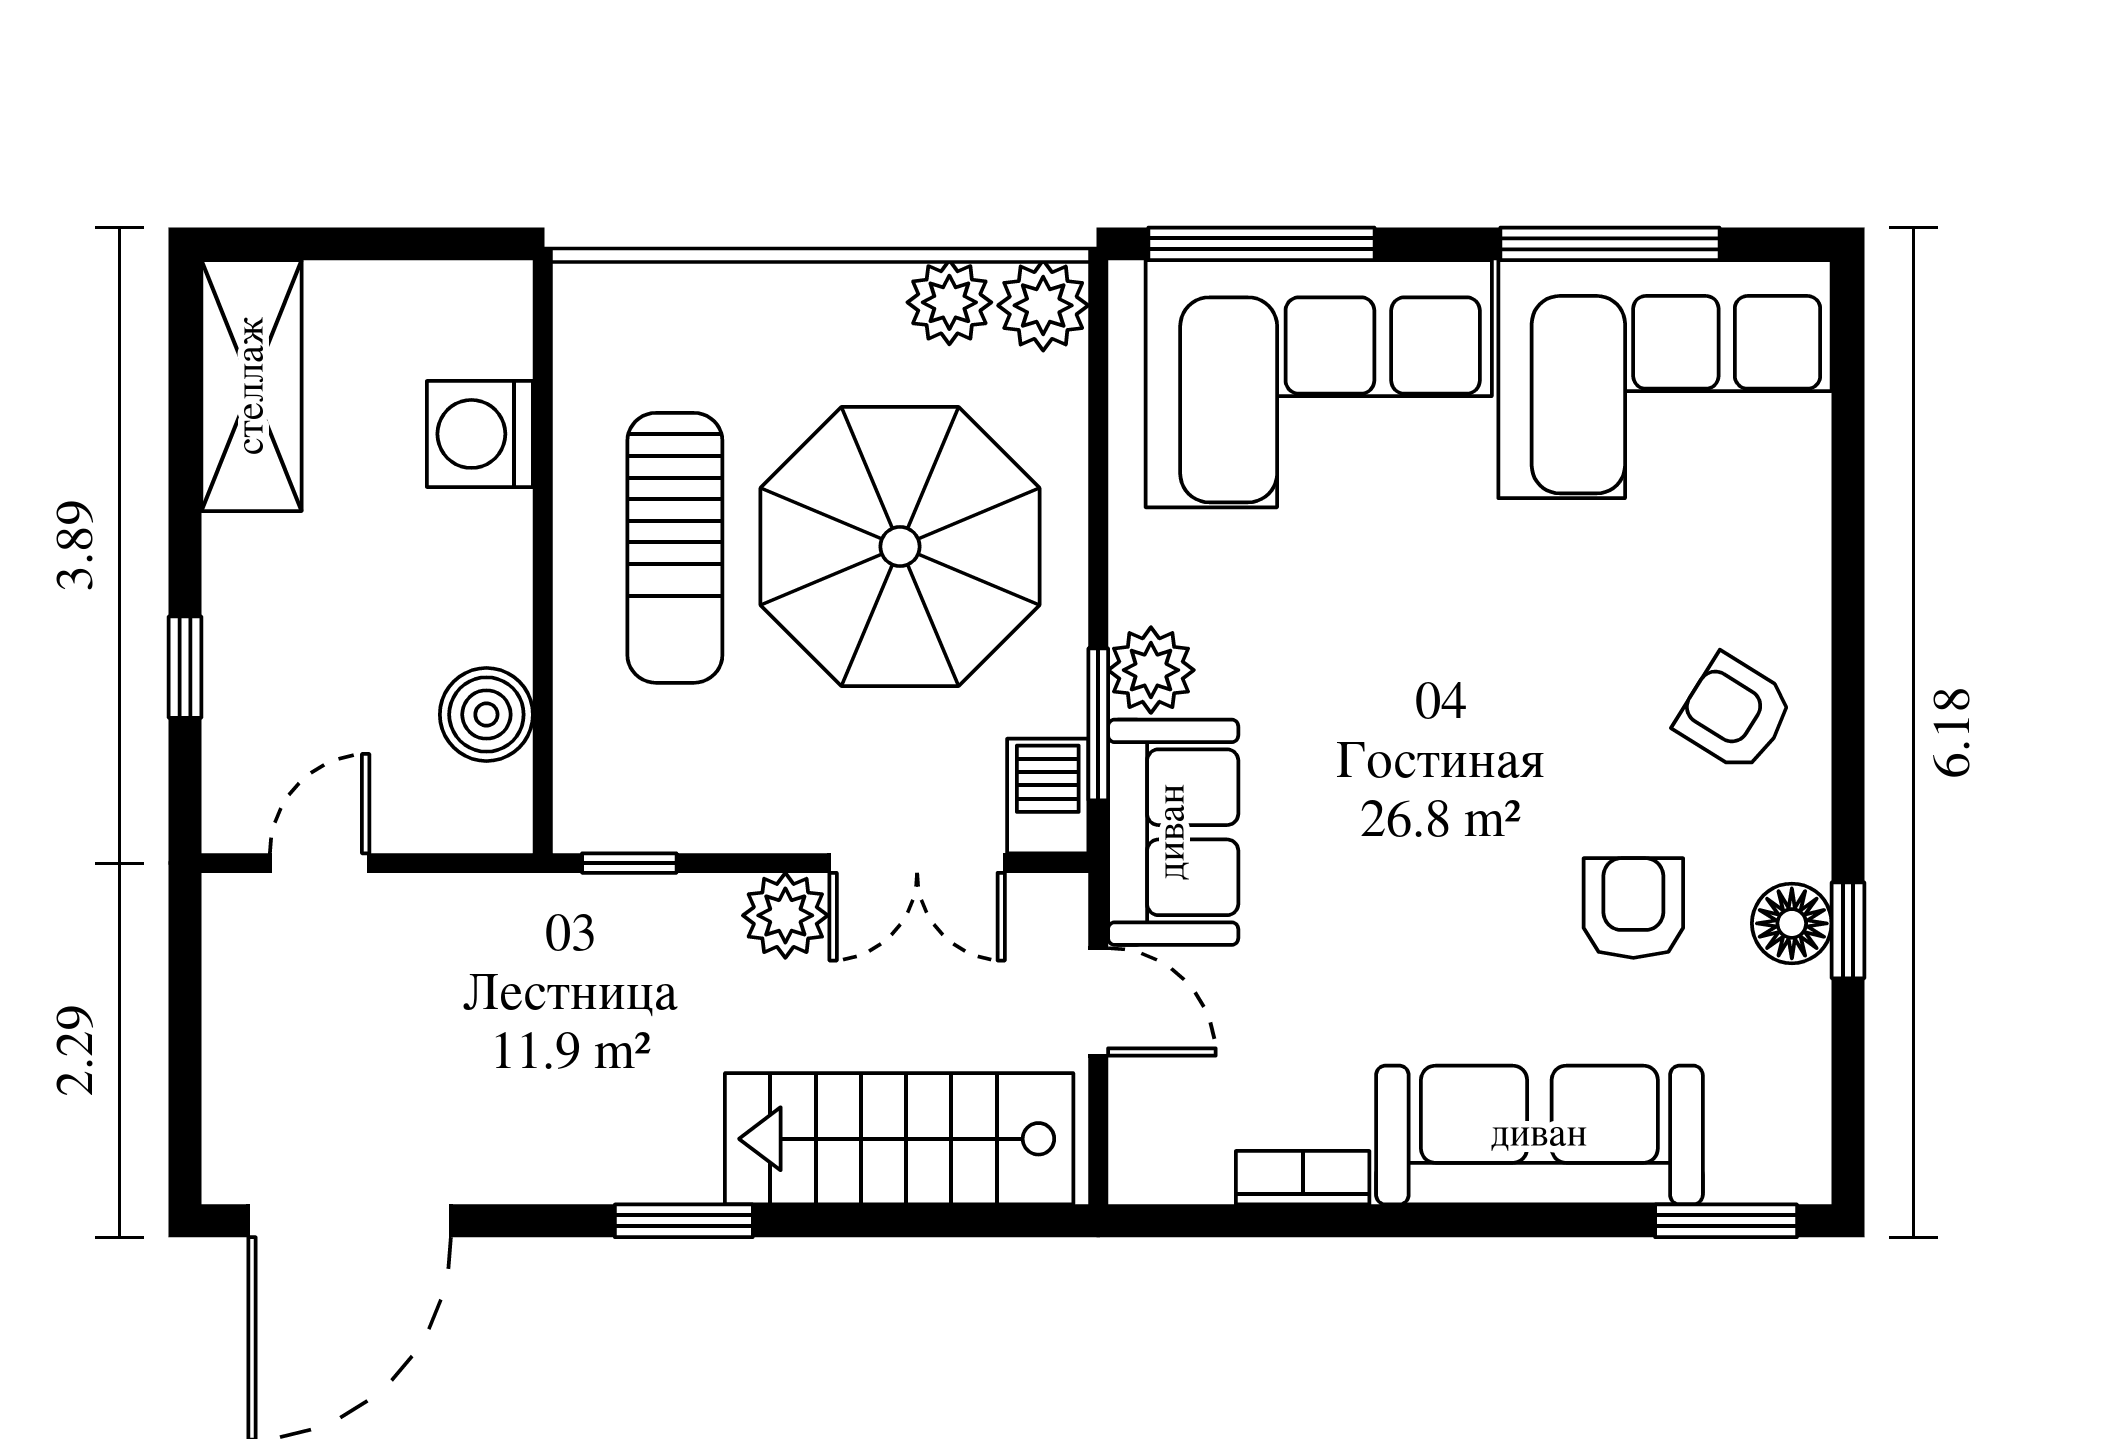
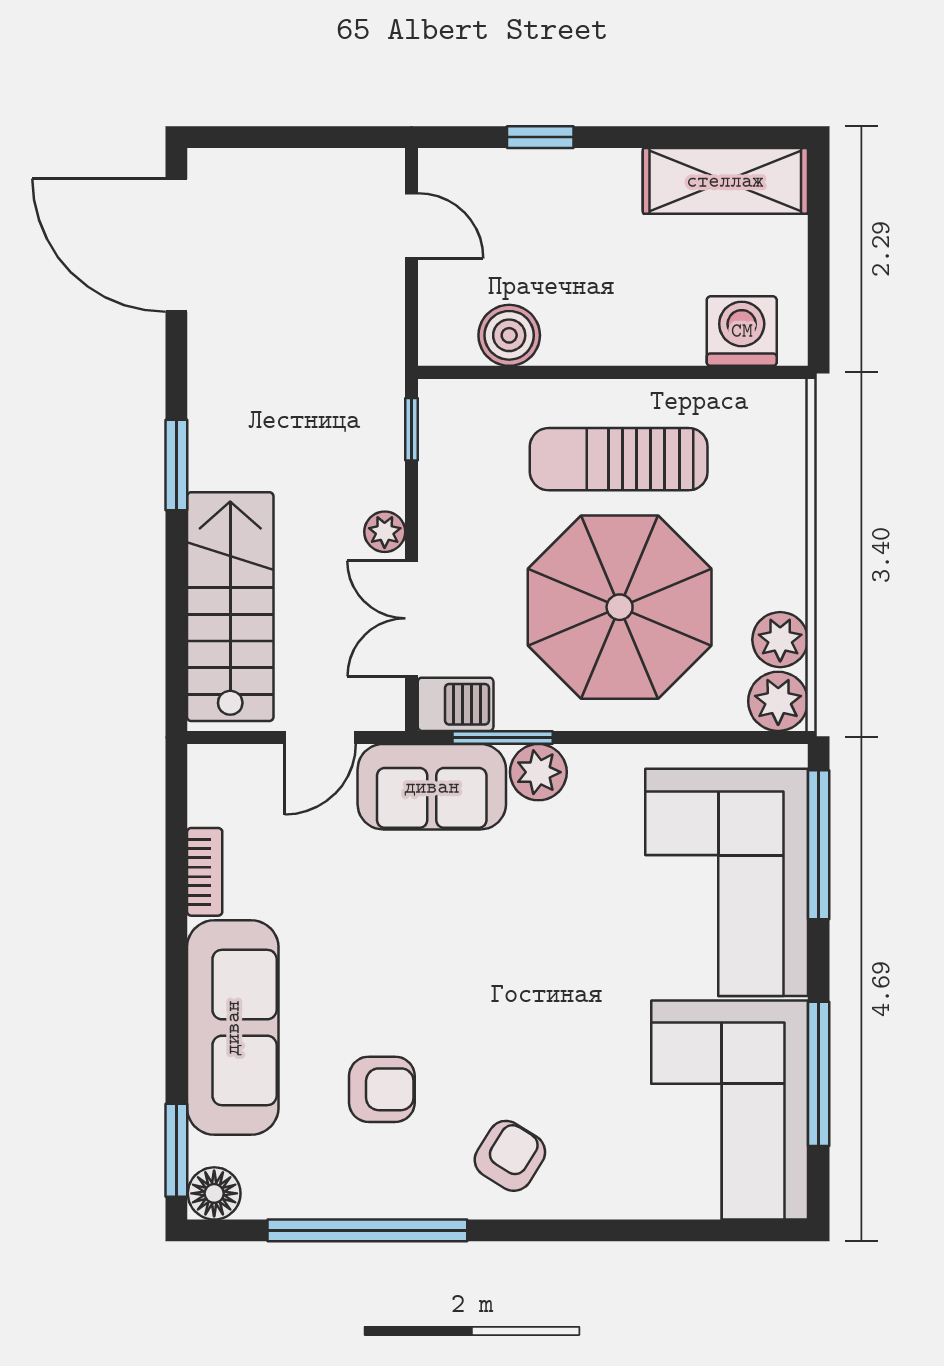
washing machine: (480, 434) -> (742, 331), moved
plant: (785, 915) -> (385, 532), width x0.73, depth x0.73
floor lamp: (1792, 923) -> (214, 1193), moved
window: (1848, 930) -> (367, 1230), width x3.17

